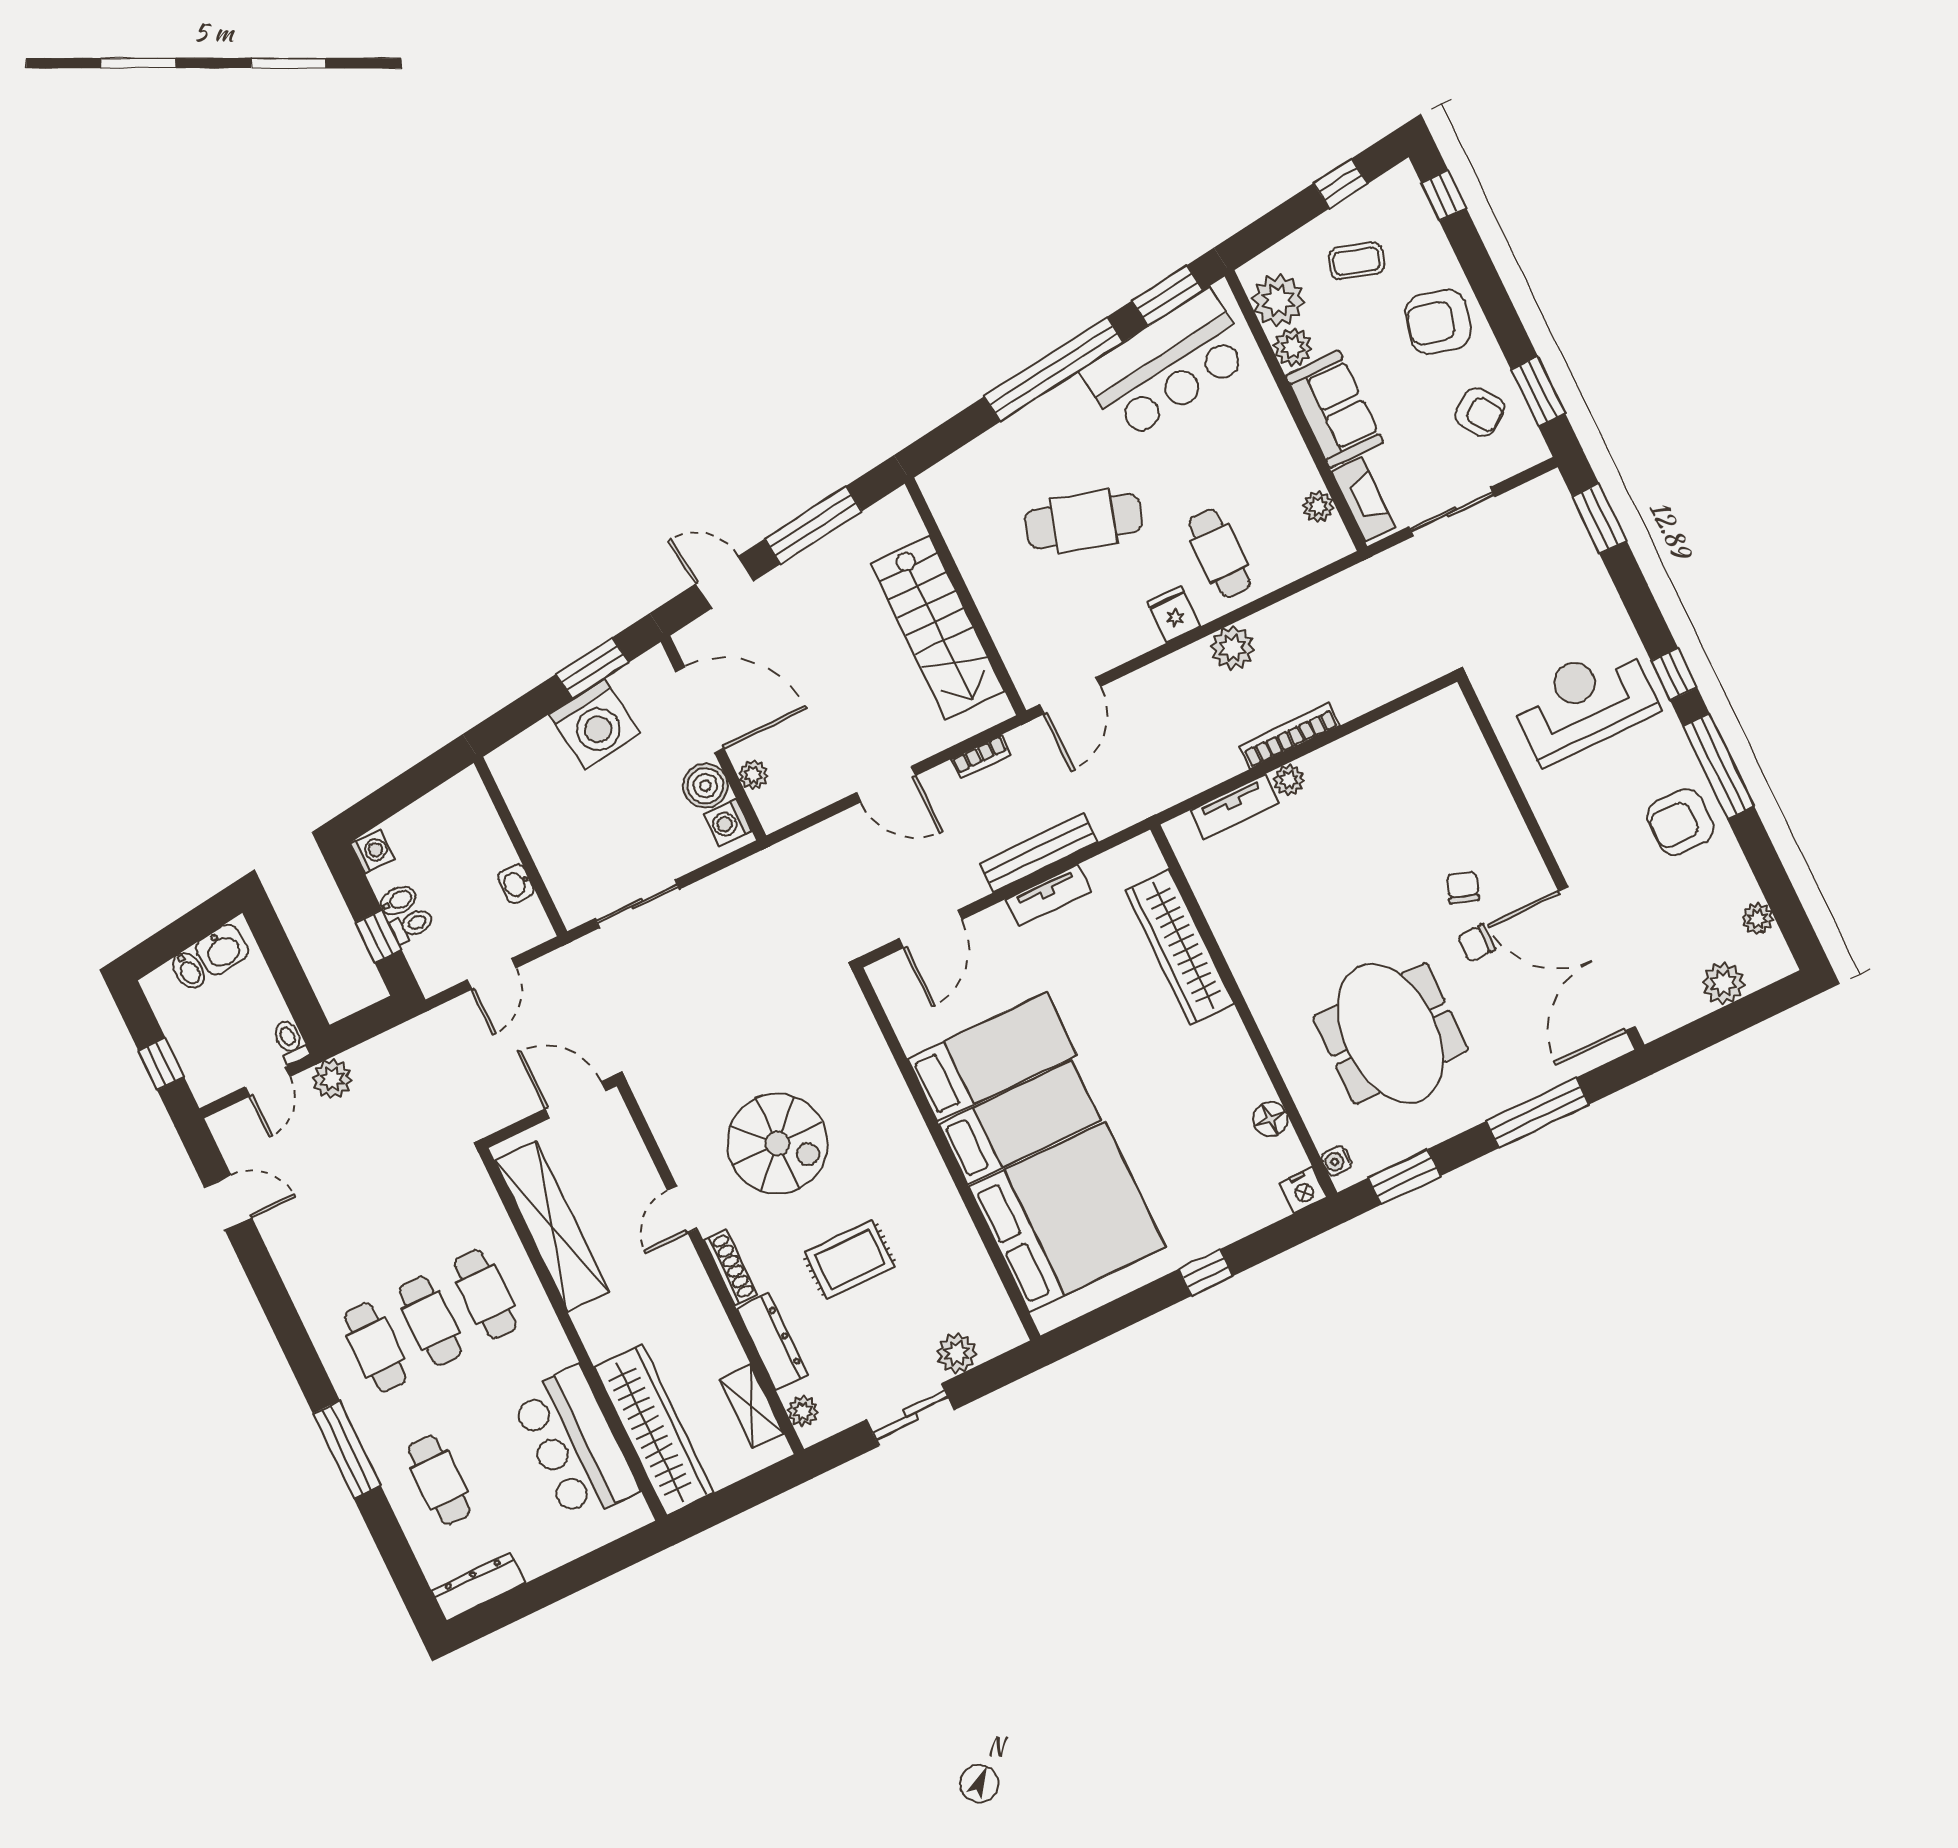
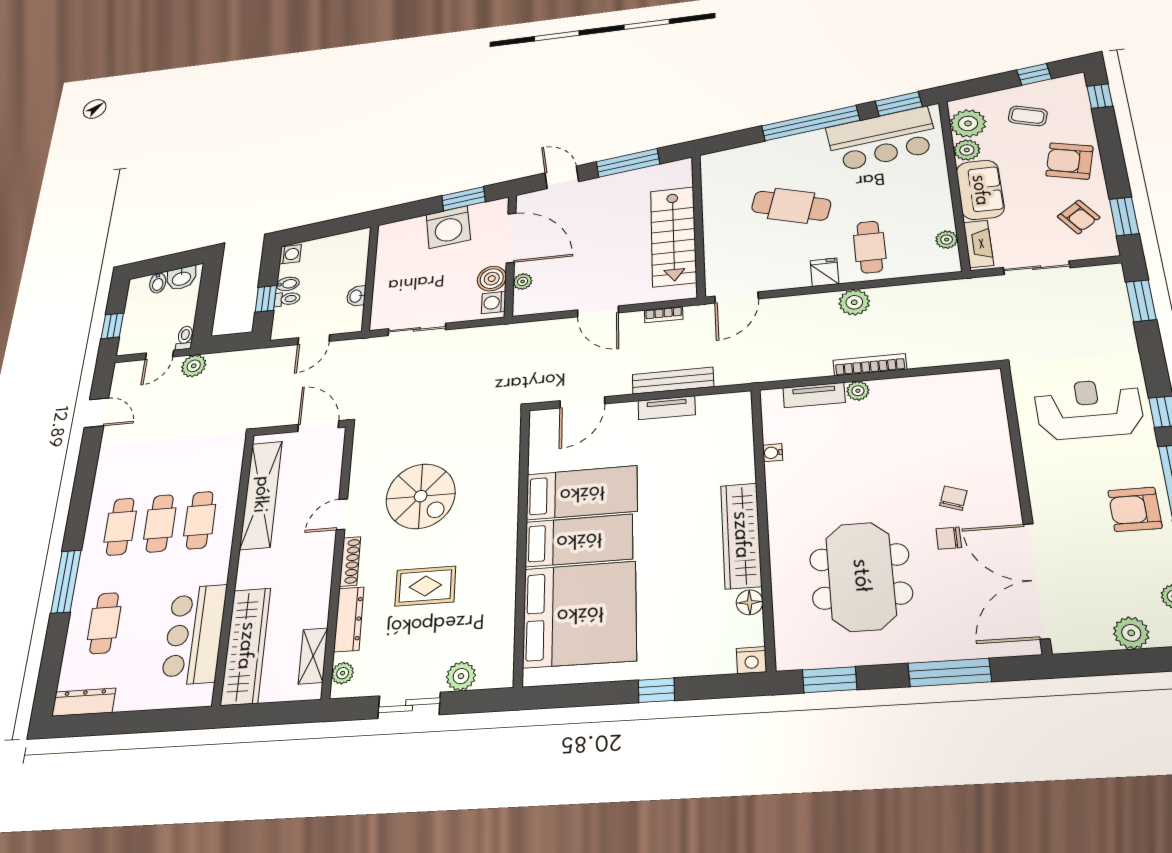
wardrobe: (1180, 947) -> (741, 535), moved
water cooler: (1336, 1161) -> (773, 453), moved

